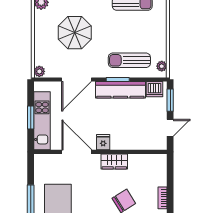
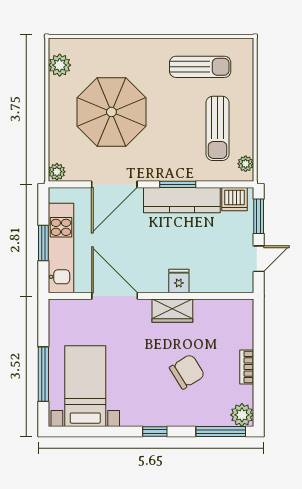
parasol: (75, 33) -> (111, 112), width x1.36, depth x1.36
sun lounger: (129, 60) -> (218, 128), moved, turned -90
fridge: (103, 142) -> (179, 281), moved

